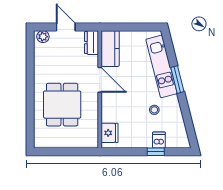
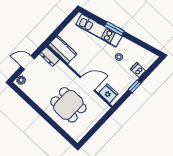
door: (100, 80) -> (87, 84), moved
window: (156, 152) -> (135, 86), moved

